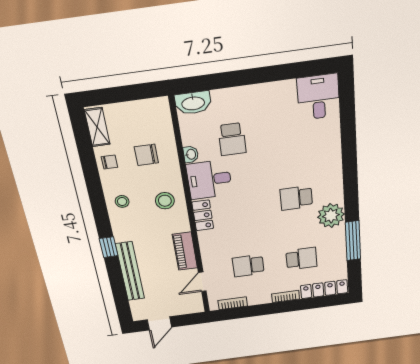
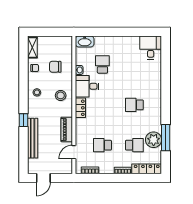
school desk: (232, 139) -> (102, 64), turned 180
plant: (331, 216) -> (154, 140), moved

